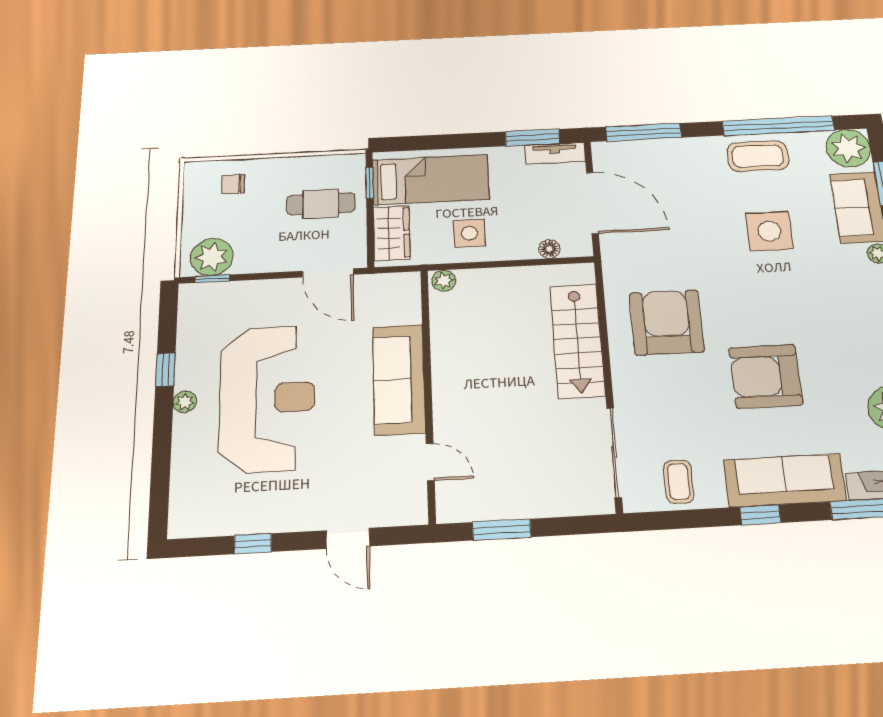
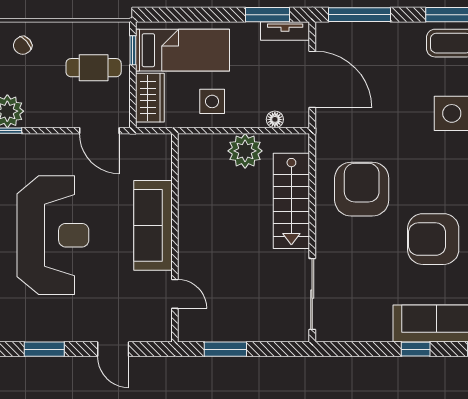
chair: (233, 184) -> (23, 45), turned -41
plant: (444, 281) -> (245, 151), moved, width x1.88, depth x1.88
coffee table: (679, 482) -> (358, 320), removed
window: (253, 544) -> (44, 349), width x1.50

